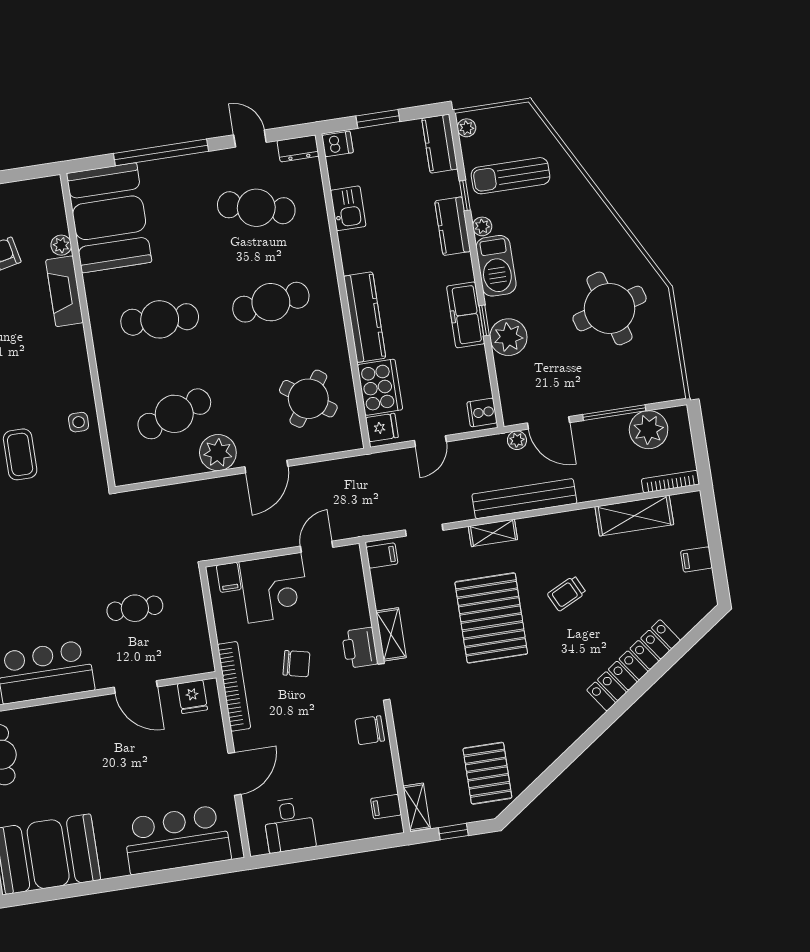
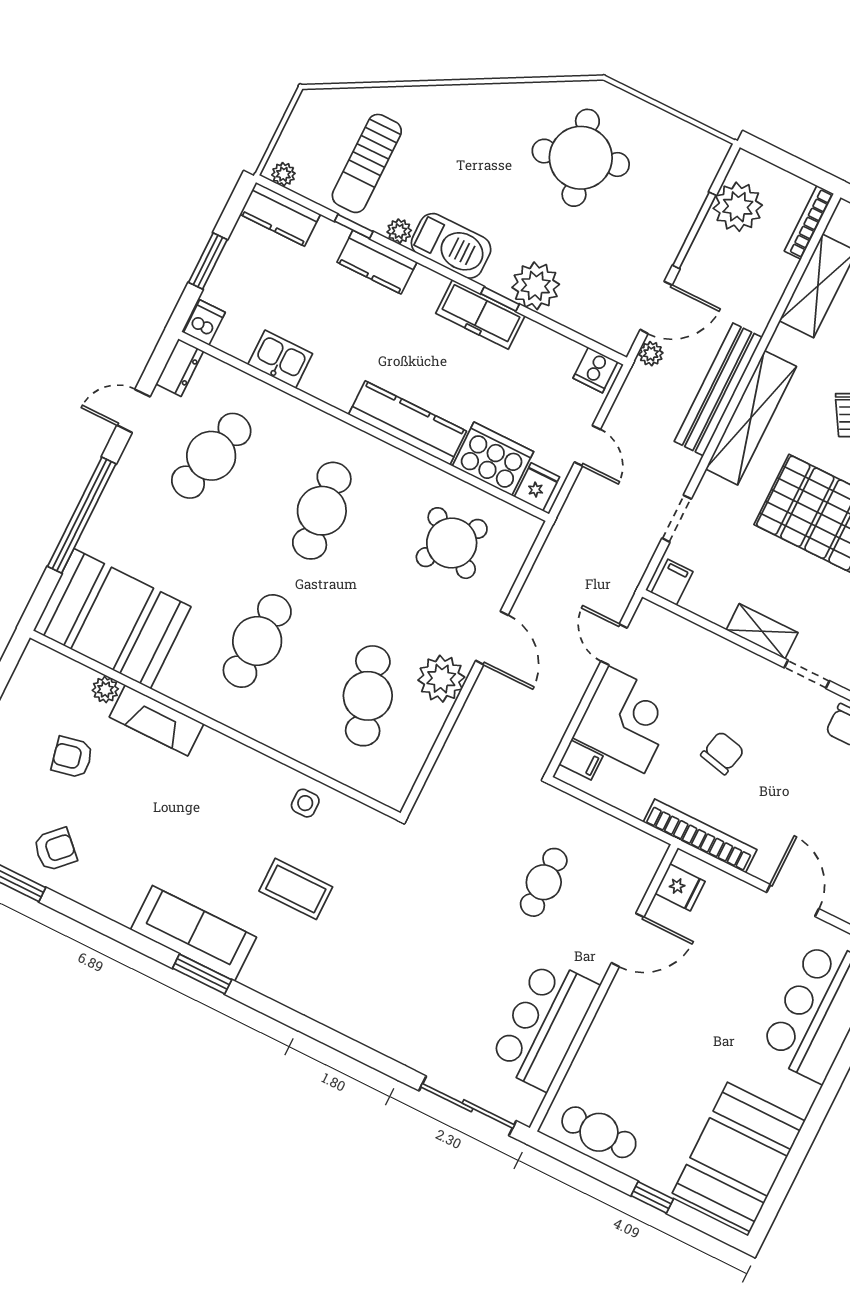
shelving: (493, 533) -> (751, 418), width x2.20, depth x1.33
printer: (360, 648) -> (753, 674), removed

